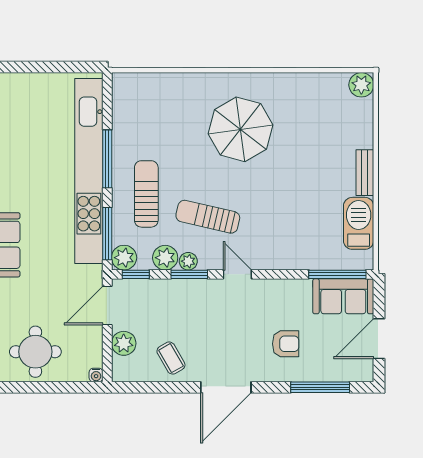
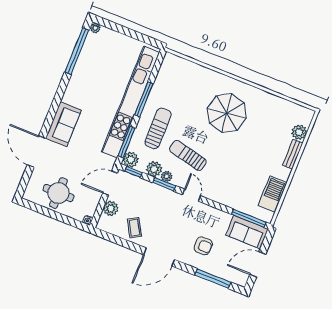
plant: (361, 85) -> (299, 132), moved
bench: (365, 173) -> (293, 154), moved

